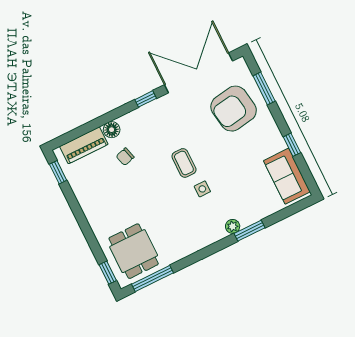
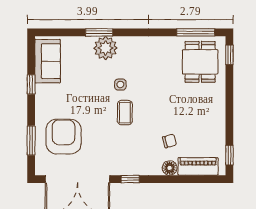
armchair: (234, 109) -> (64, 137), turned -81
plant: (233, 226) -> (106, 48), width x1.88, depth x1.88

